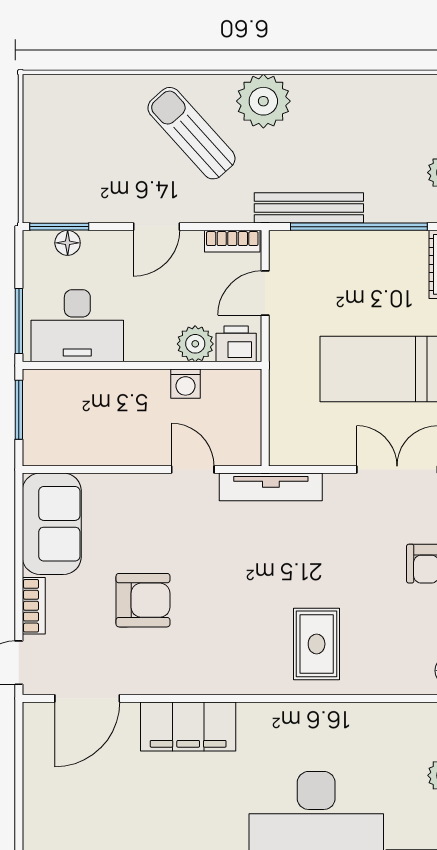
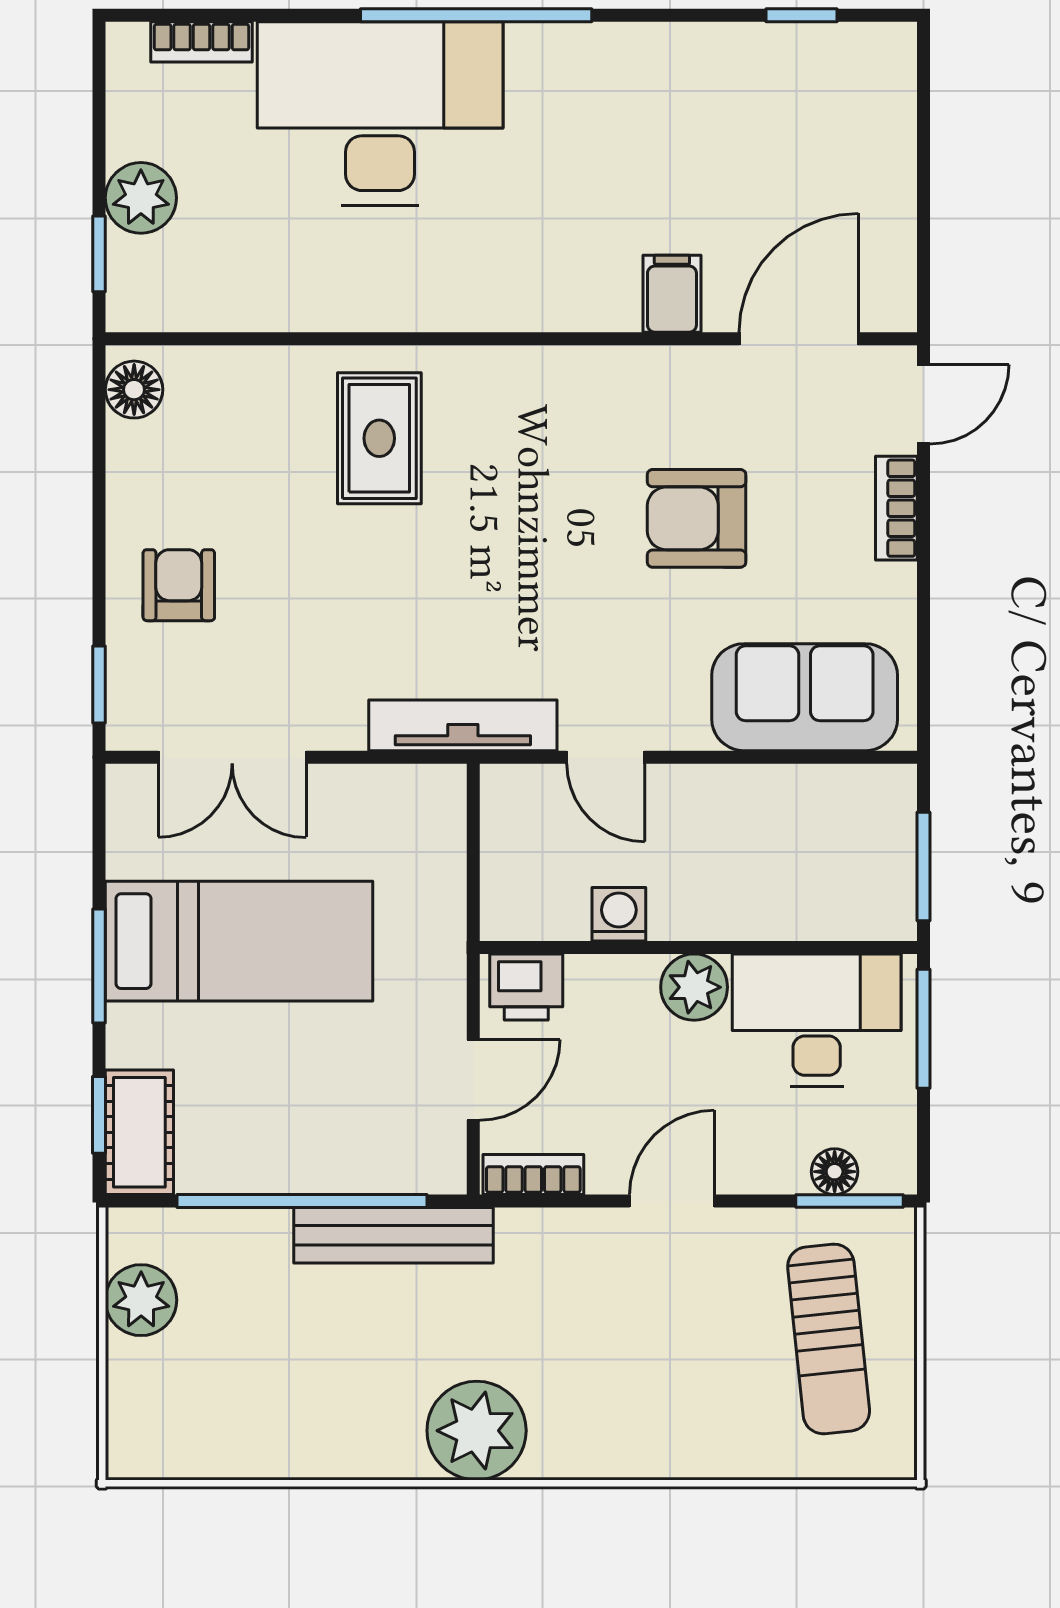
sun lounger: (191, 133) -> (829, 1339), moved, turned 36
plant: (195, 344) -> (694, 987), moved
sofa: (52, 524) -> (805, 697), moved, turned 90
filing cabinet: (188, 727) -> (672, 294), width x0.33, depth x0.86

